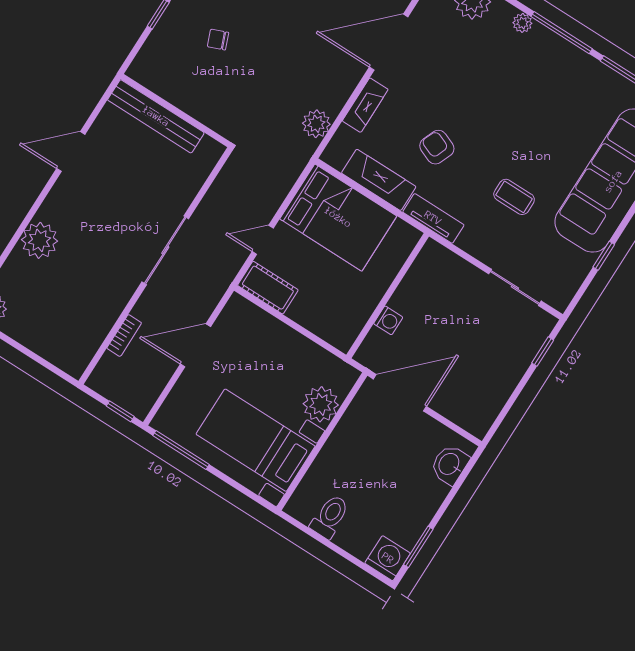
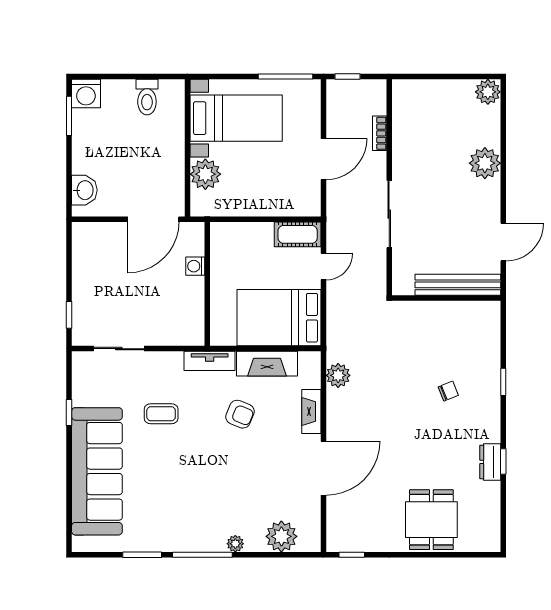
wall: (176, 111) -> (446, 298), moved
bench: (156, 116) -> (458, 285), moved

